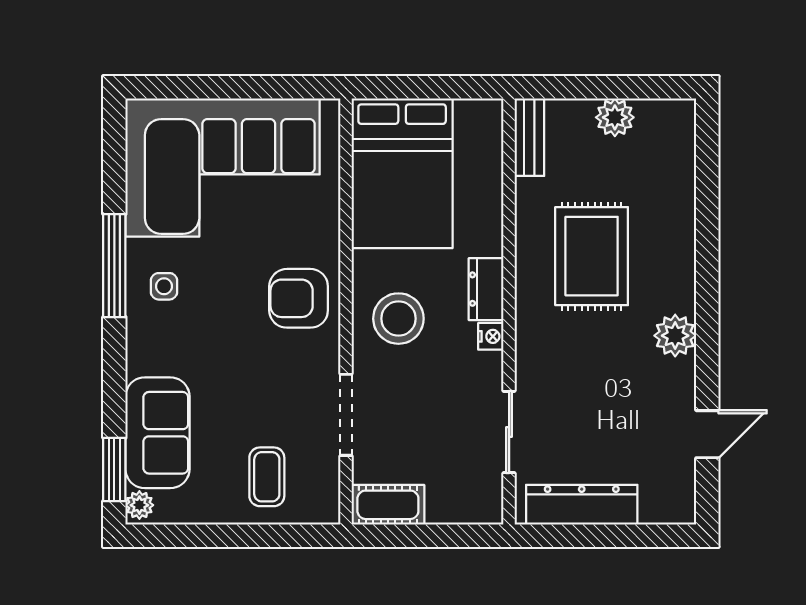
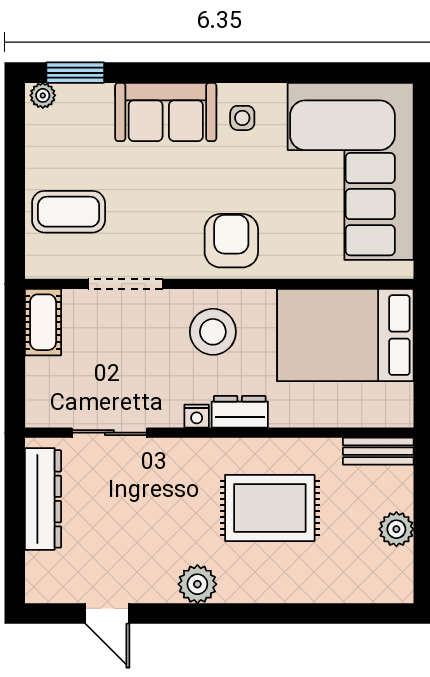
window: (114, 266) -> (261, 73), removed
sofa: (157, 433) -> (166, 112), moved
coffee table: (267, 477) -> (69, 212), width x1.36, depth x1.30

